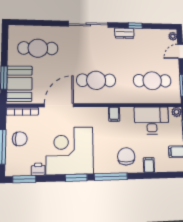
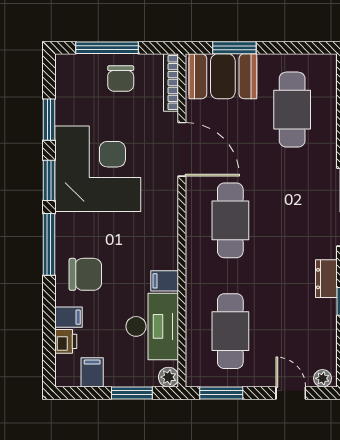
filing cabinet: (114, 114) -> (165, 281), moved
printer: (38, 169) -> (66, 341), moved
window: (24, 179) -> (49, 120), moved

